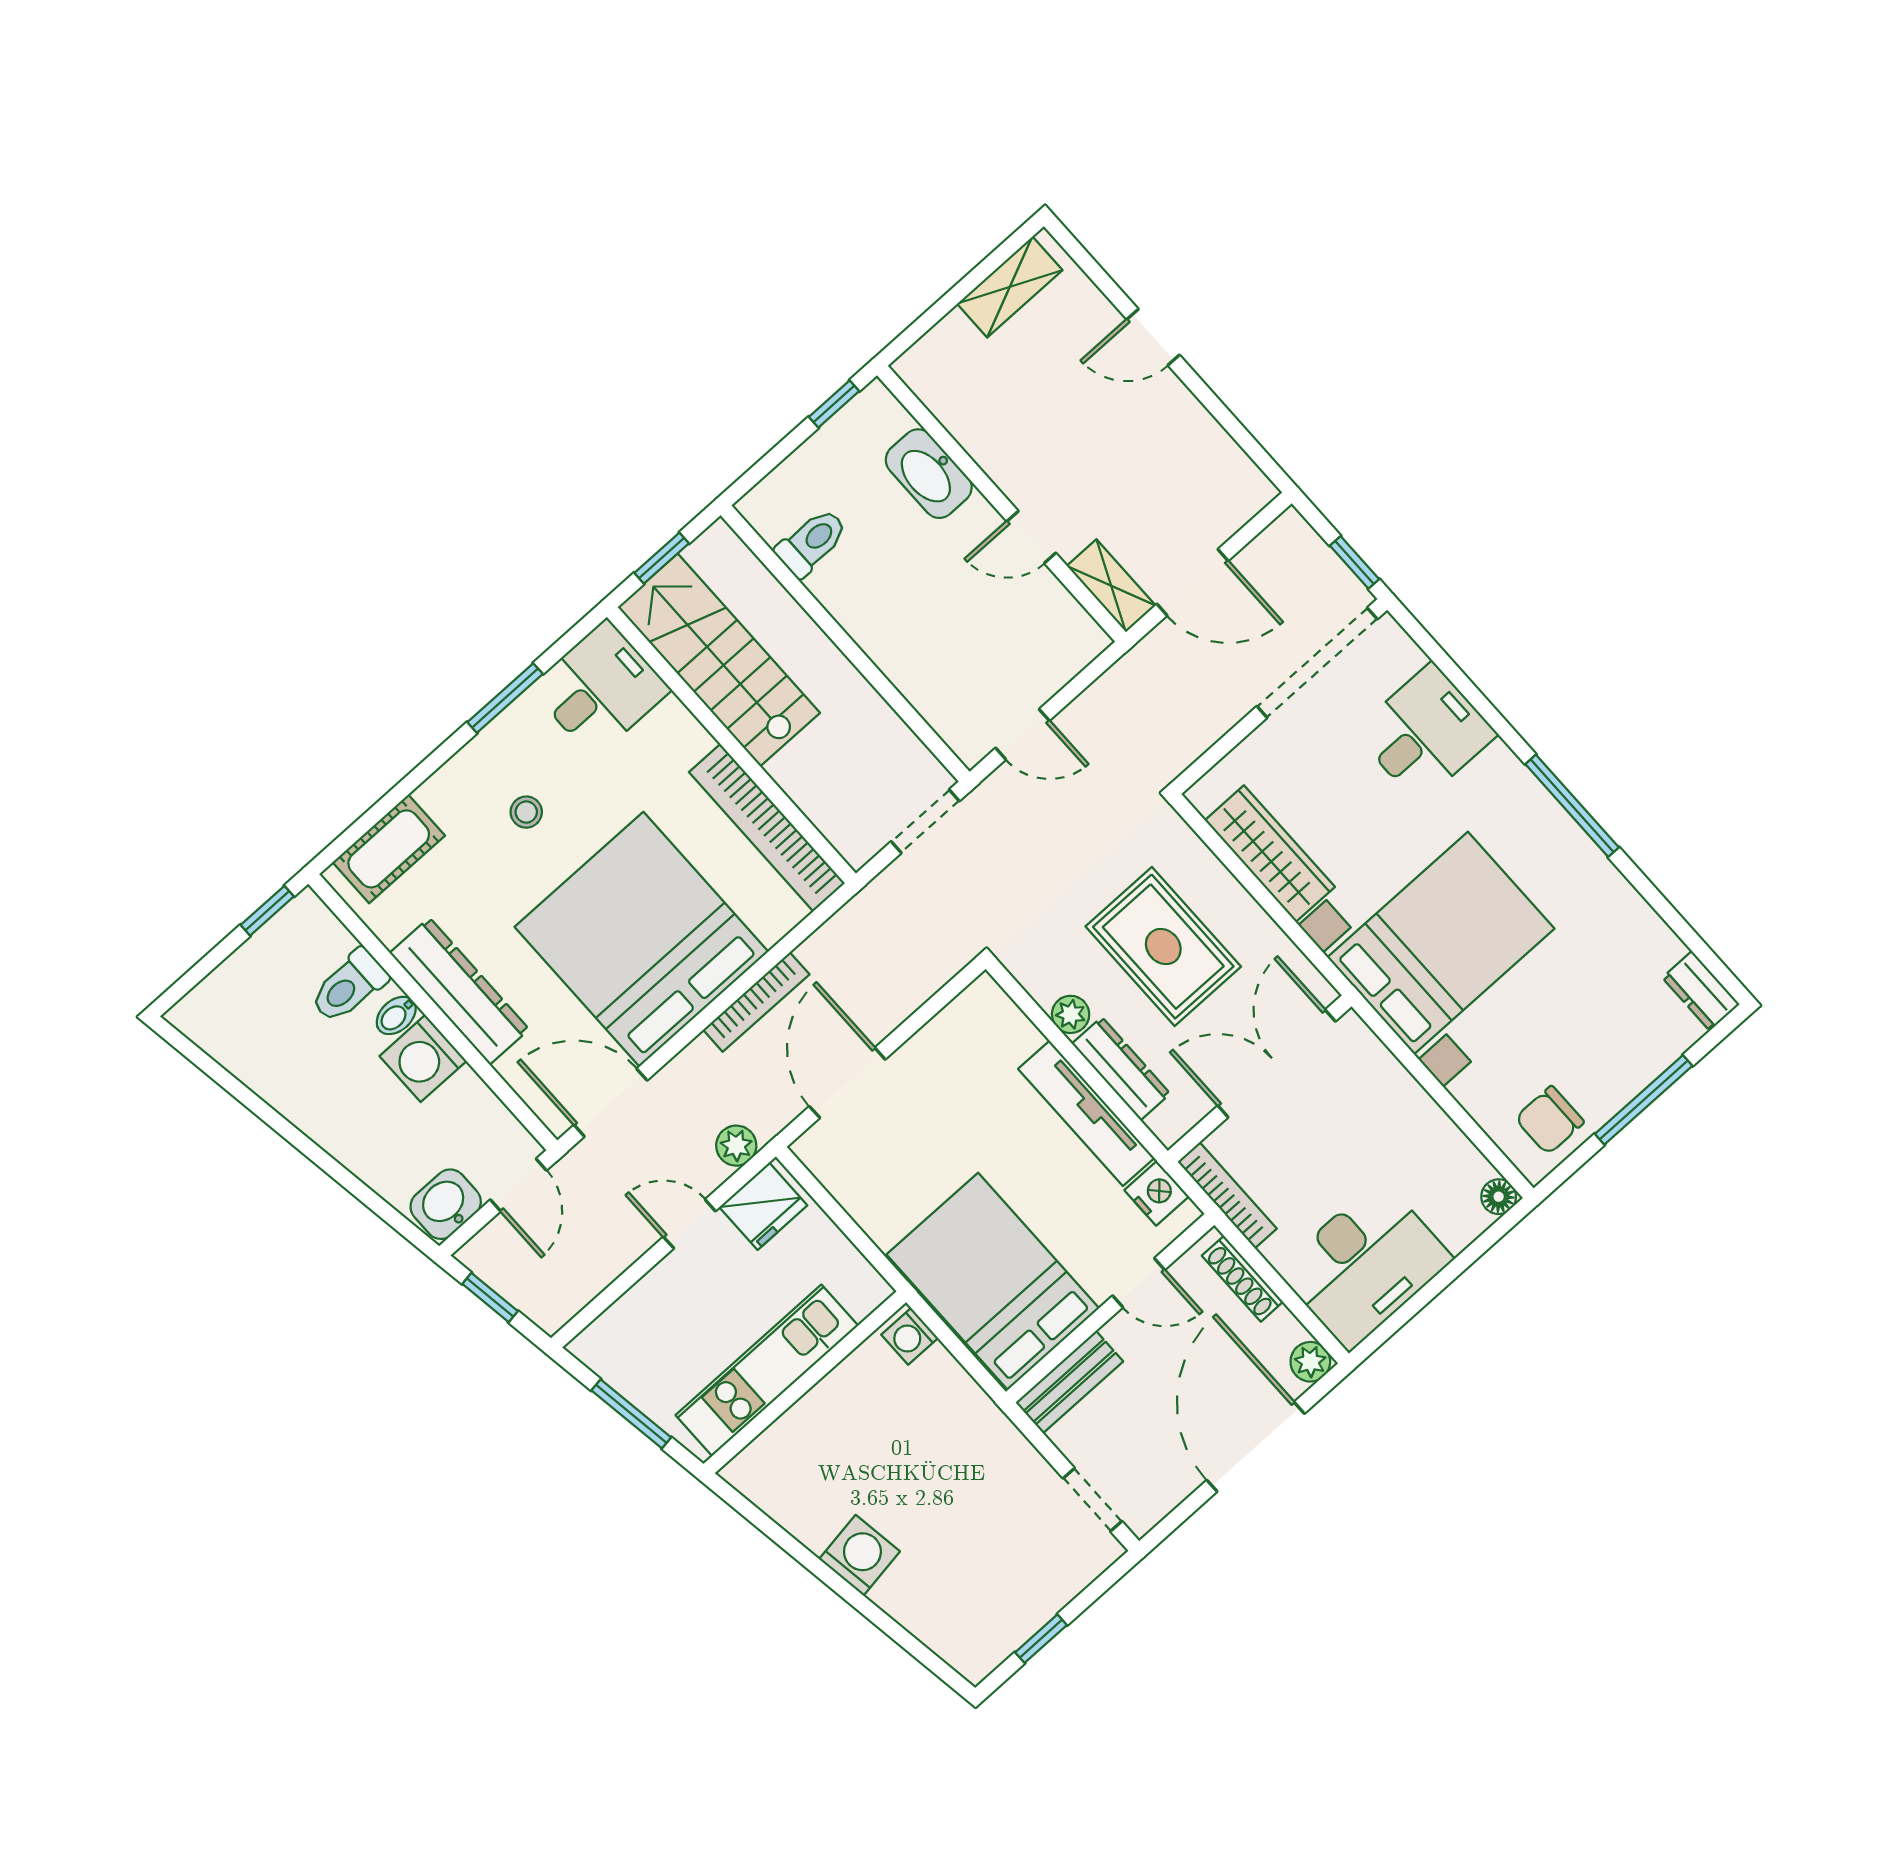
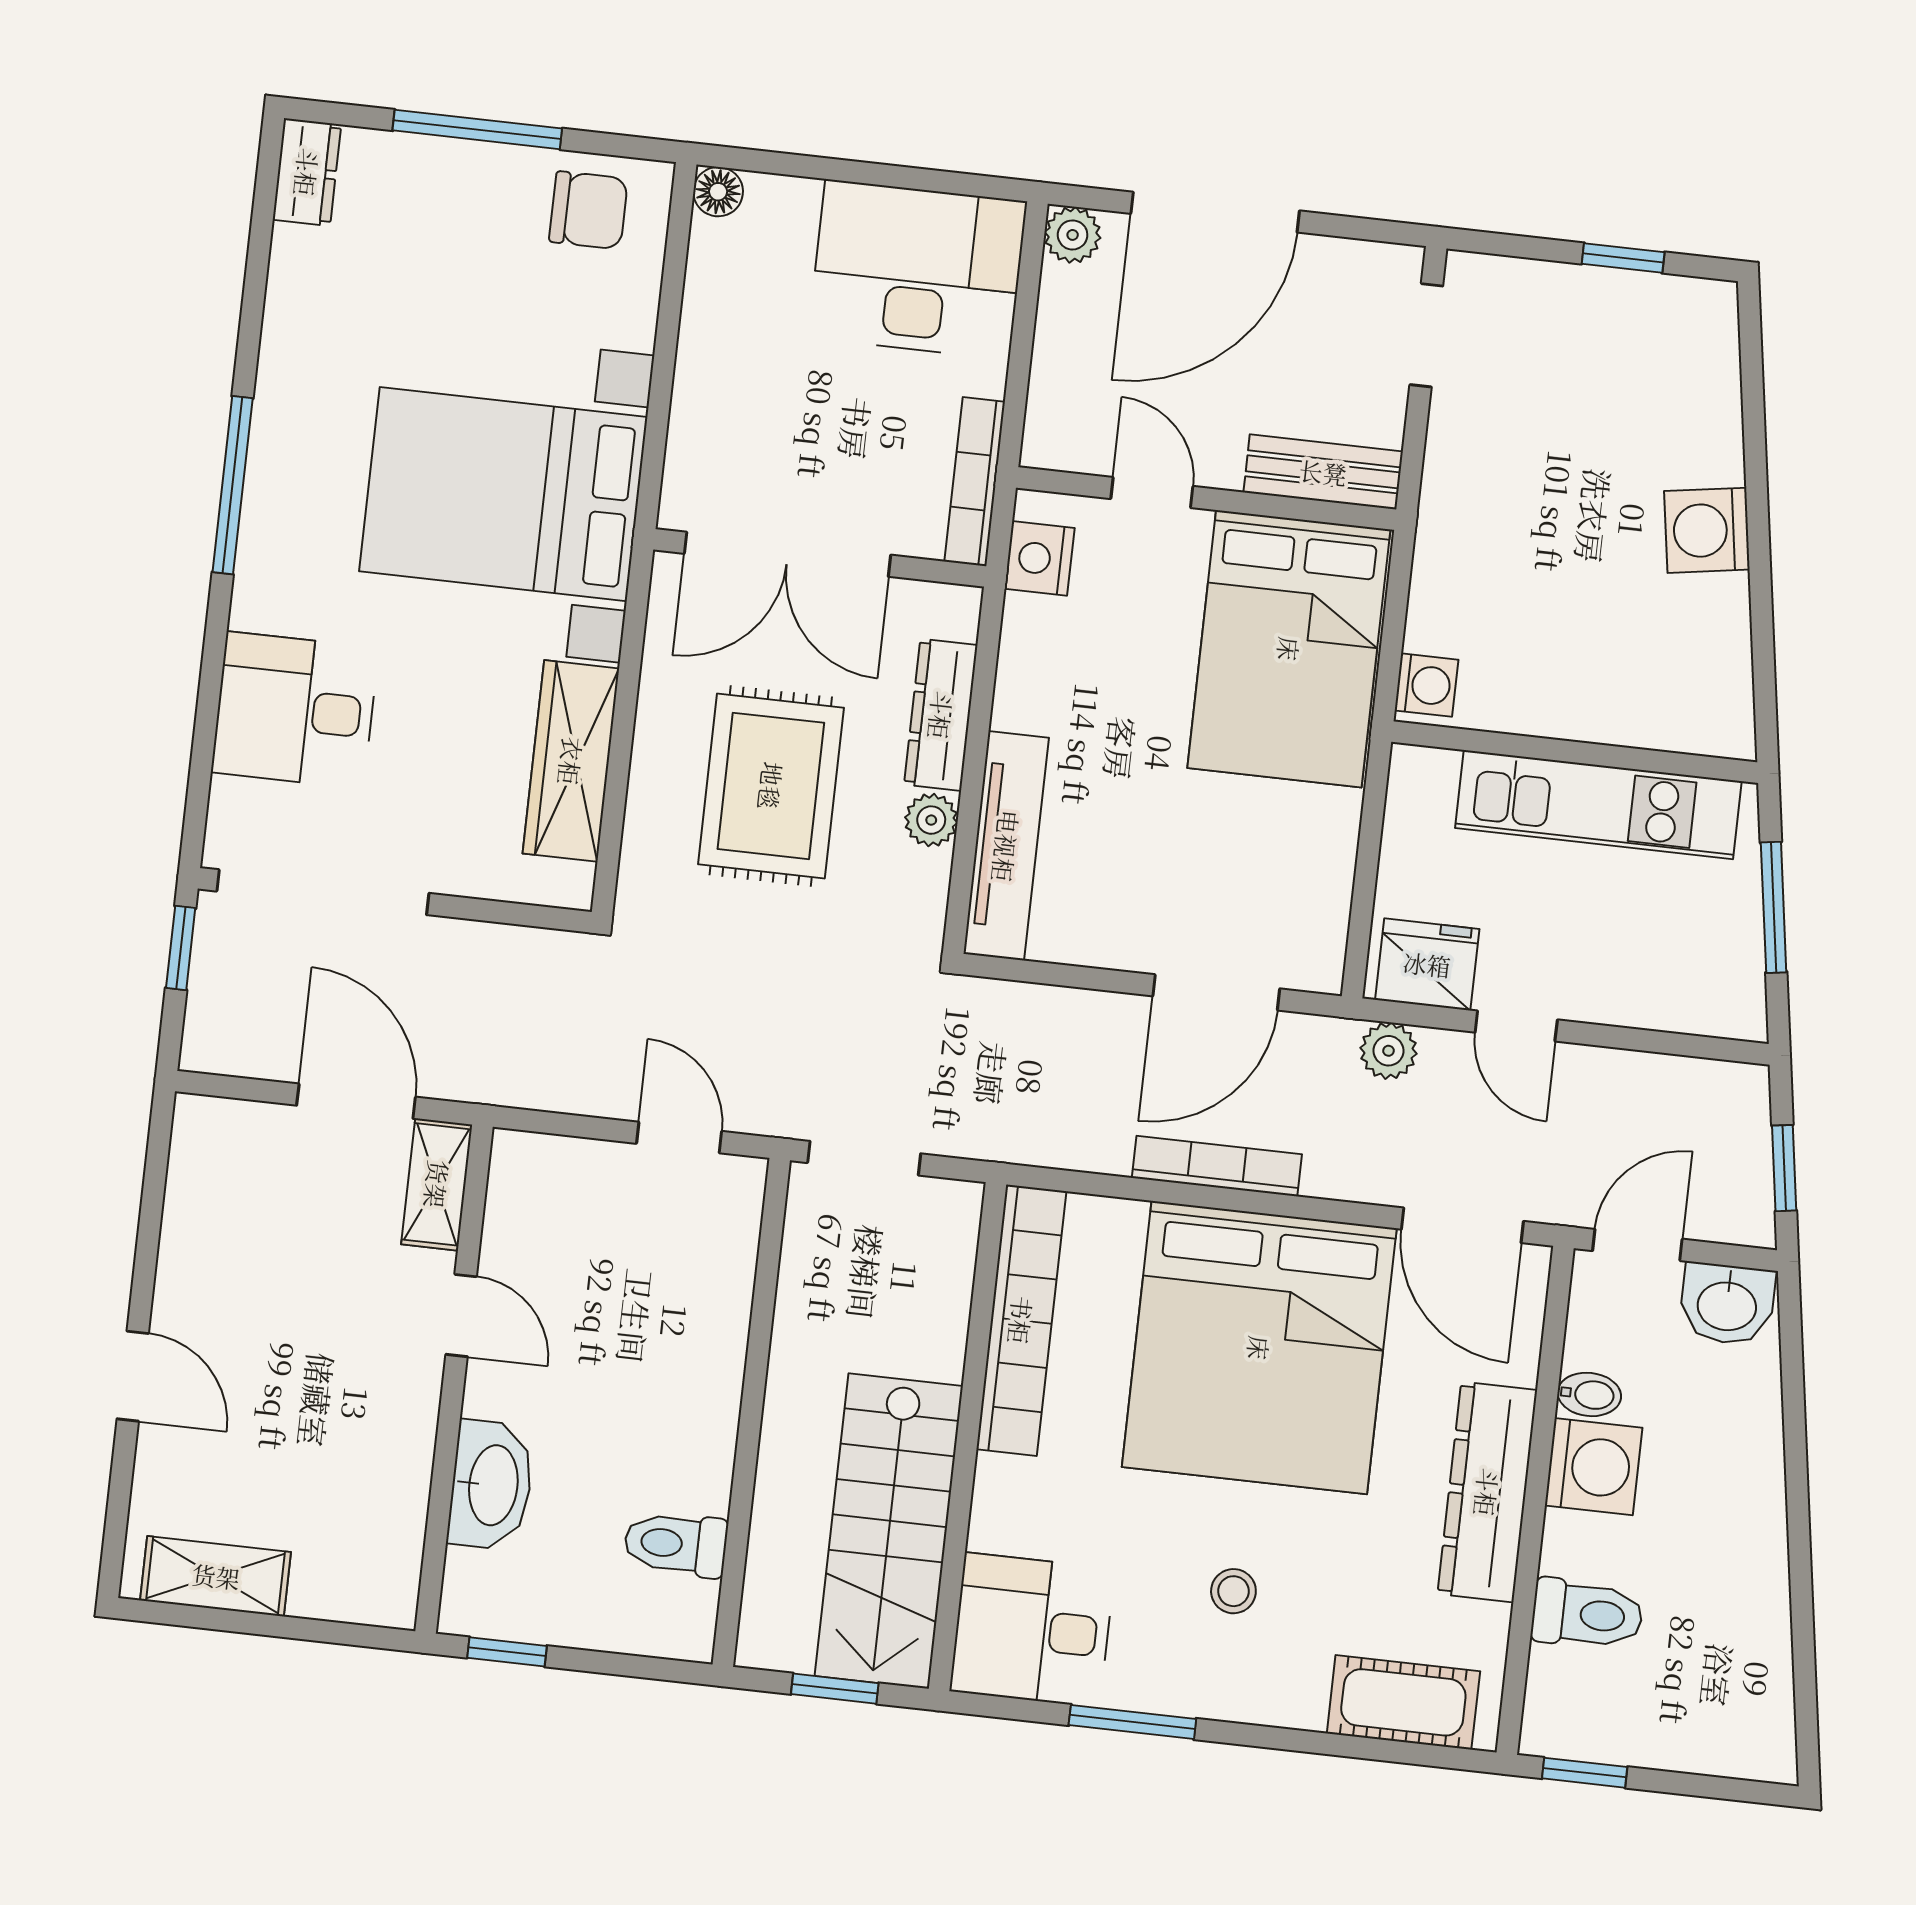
bidet: (396, 1015) -> (1589, 1394), moved
tv unit: (1086, 1113) -> (1006, 846), moved
shoe rack: (1242, 1279) -> (1049, 386), removed

